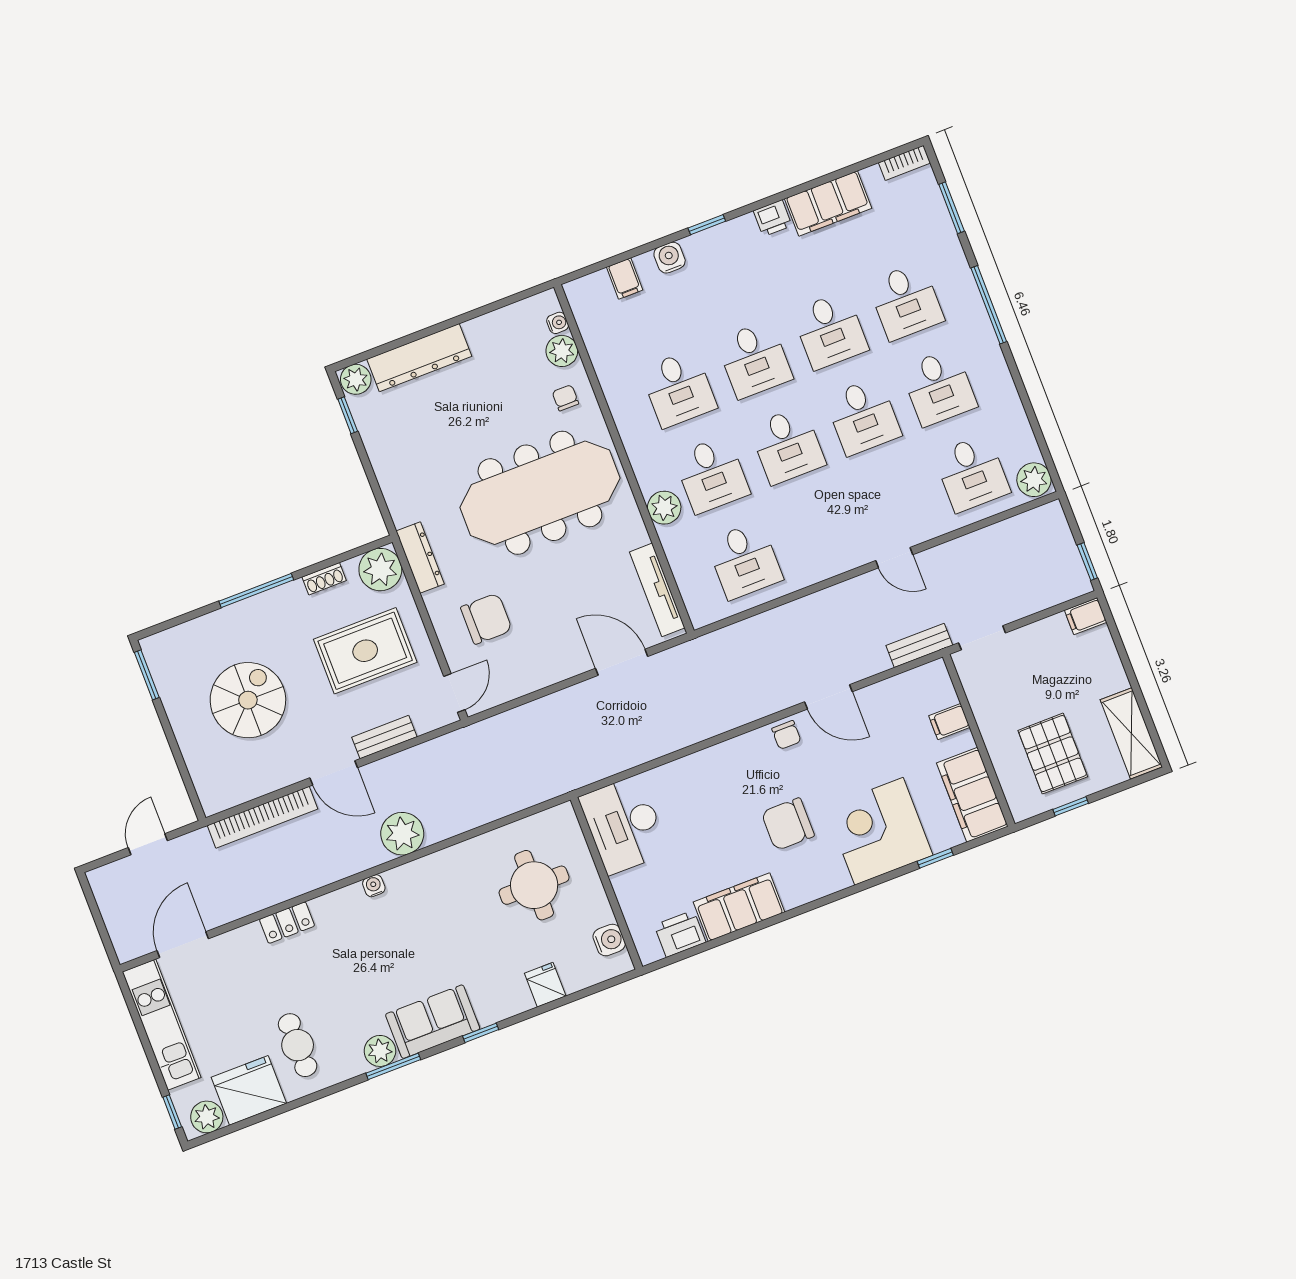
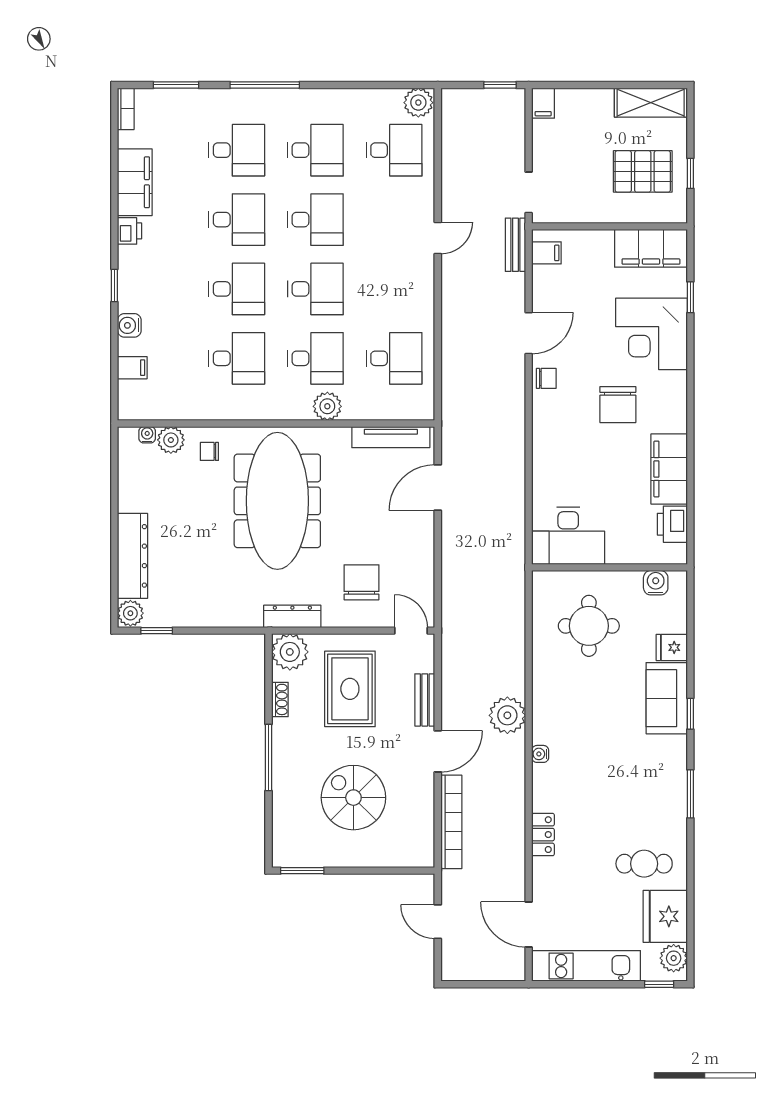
filing cabinet: (949, 722) -> (546, 253), moved, turned -90
sofa: (433, 1022) -> (667, 698), moved
plant: (380, 1051) -> (674, 800), removed

